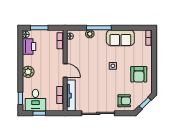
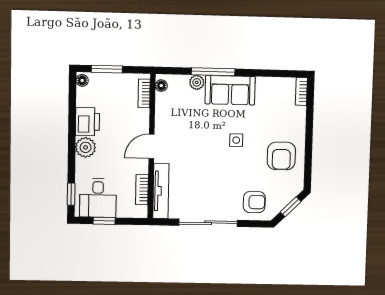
sofa: (120, 38) -> (230, 90), moved
printer: (29, 47) -> (87, 122), moved
door: (65, 70) -> (152, 146), swing flipped

